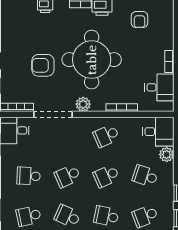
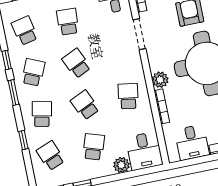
plant: (83, 104) -> (160, 80), moved
doorway: (53, 114) -> (139, 34), width x0.73
school desk: (106, 136) -> (128, 96), turned 33

